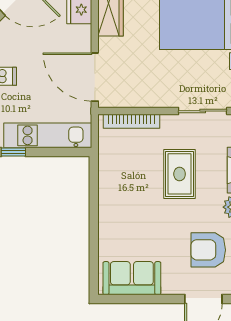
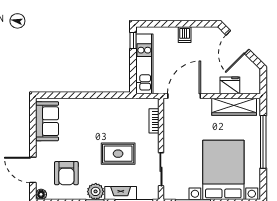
bookcase: (132, 121) -> (154, 121), width x0.64
armchair: (208, 250) -> (66, 173), turned 180

